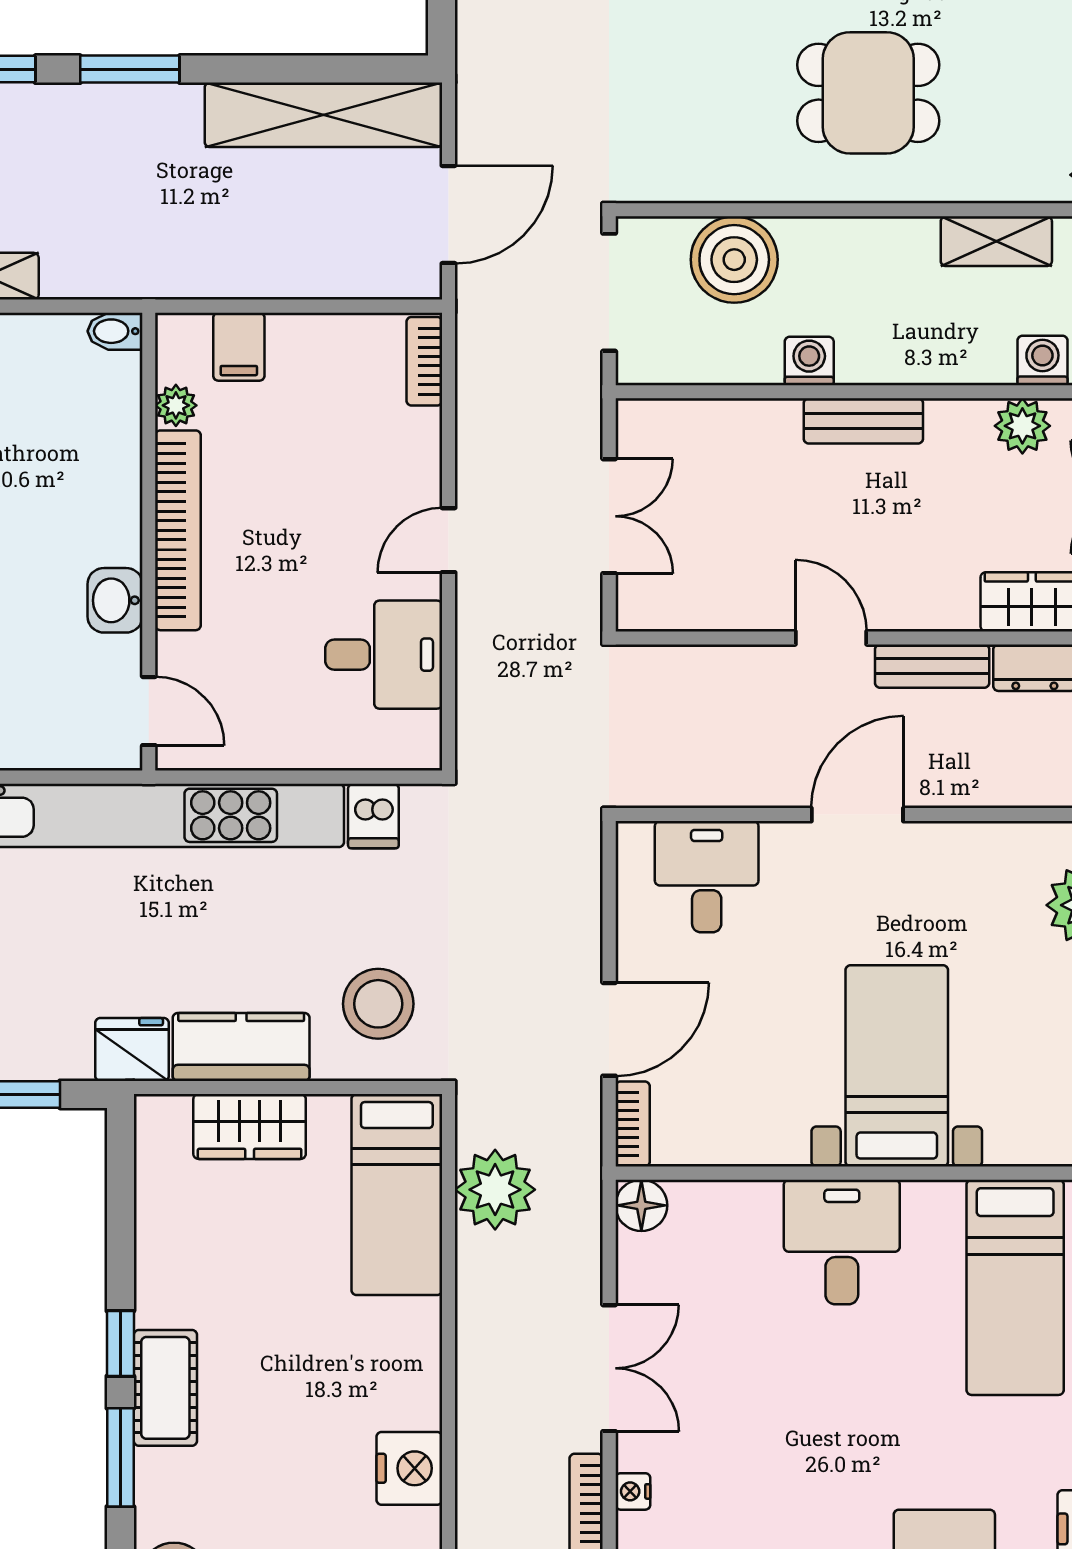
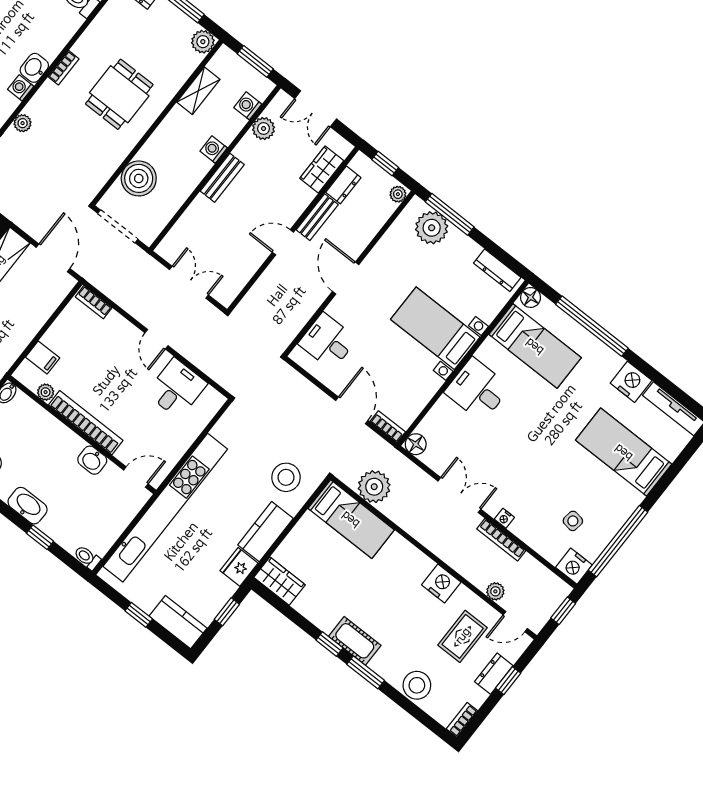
washing machine: (809, 361) -> (214, 149), moved
dishwasher: (373, 816) -> (225, 432), removed
wardrobe: (250, 1126) -> (280, 581), moved, turned -90

